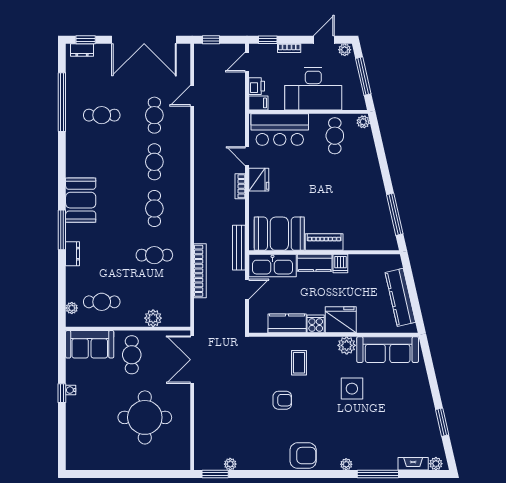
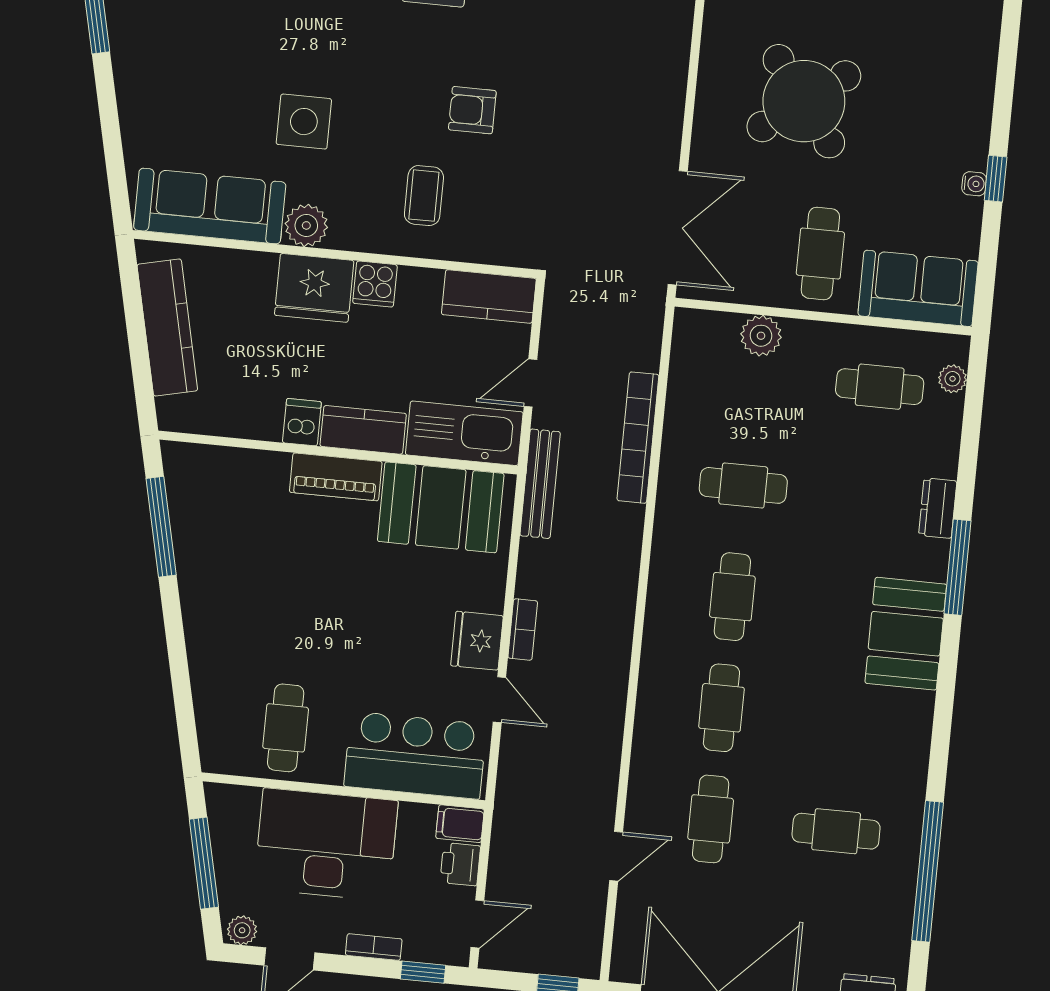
plant: (363, 122) -> (215, 754), removed
kitchen counter: (287, 323) -> (489, 297), moved
round table: (145, 417) -> (804, 101), turned -37

